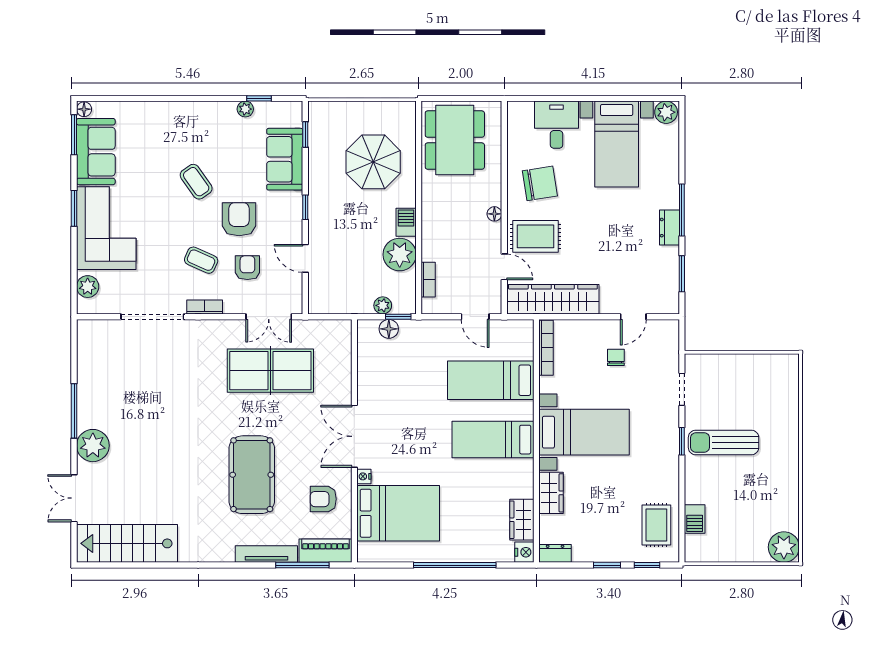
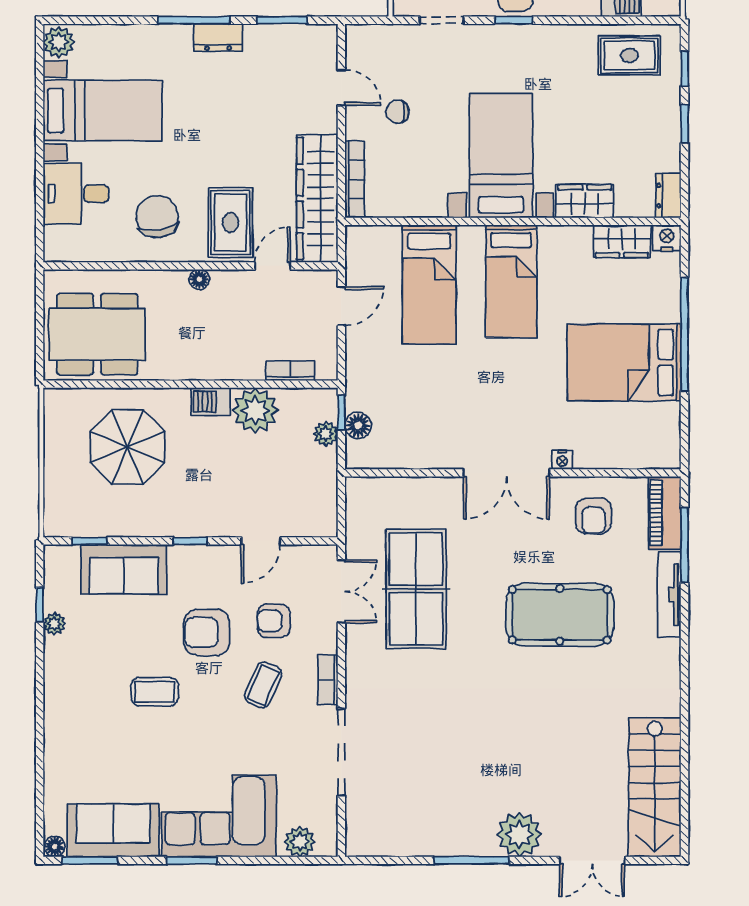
coffee table: (196, 182) -> (155, 692), turned 35
bookcase: (546, 348) -> (355, 180), moved, turned 90
bed: (398, 513) -> (624, 362), moved, turned -90

